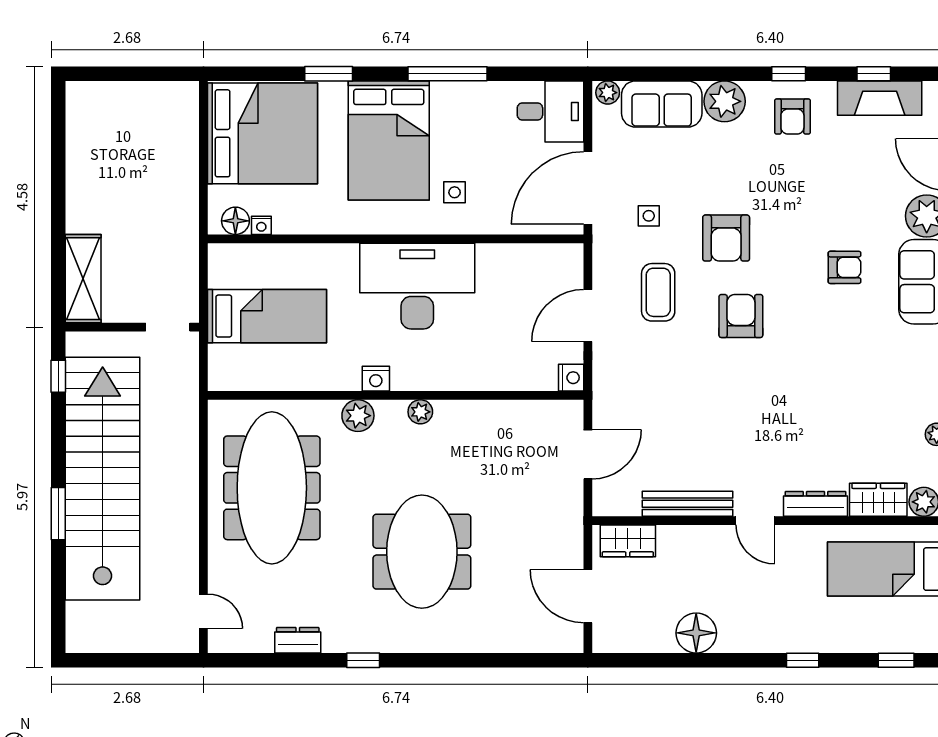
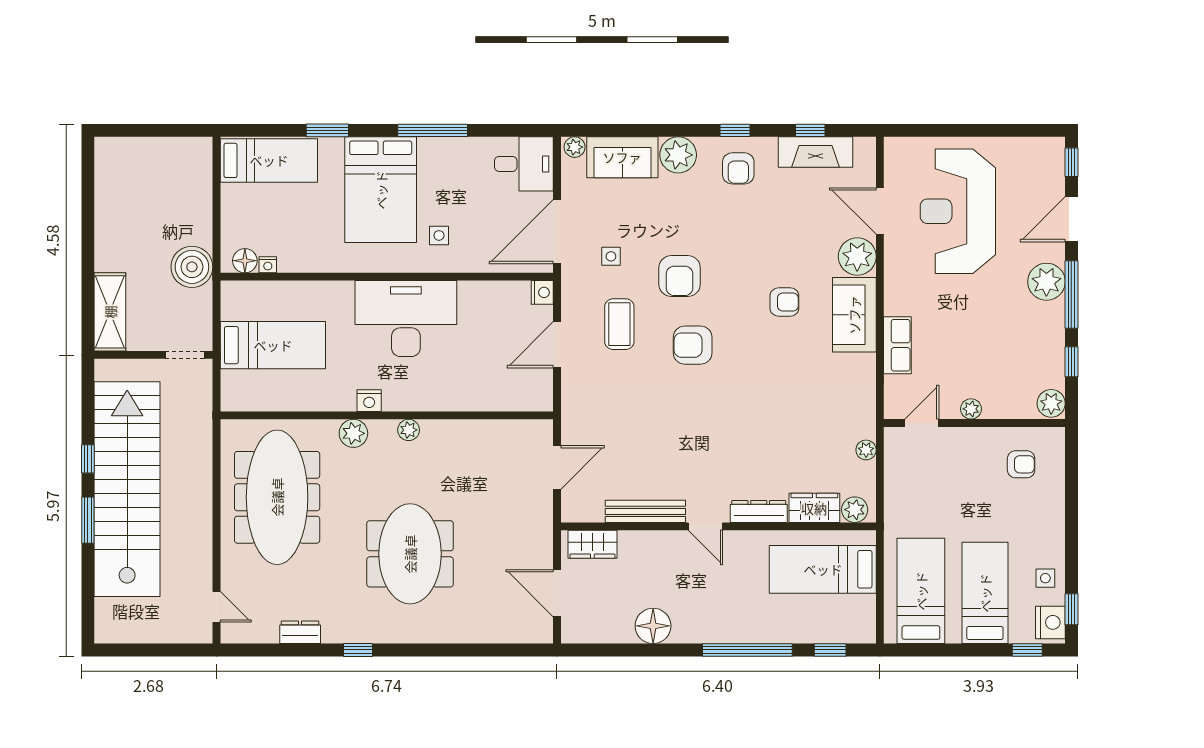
bed: (263, 133) -> (269, 160), width x0.49
boiler: (176, 228) -> (192, 267), added
armchair: (741, 316) -> (693, 345), turned -90
window: (58, 376) -> (88, 459), moved
nightstand: (571, 378) -> (542, 292), moved
window: (803, 660) -> (747, 650), width x3.17

